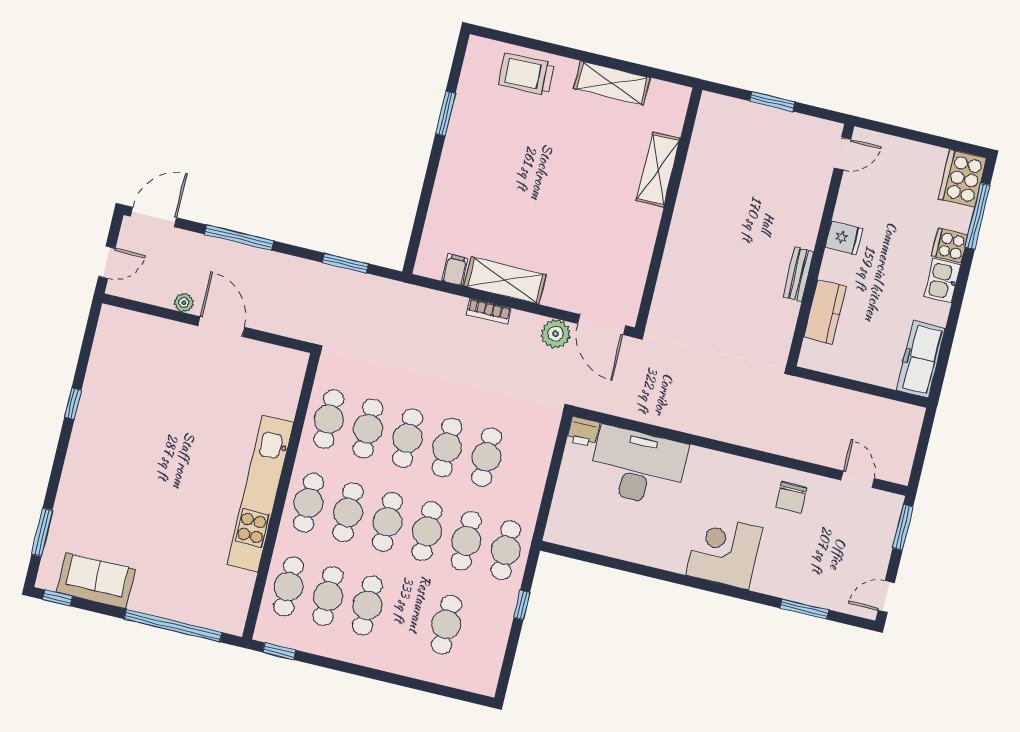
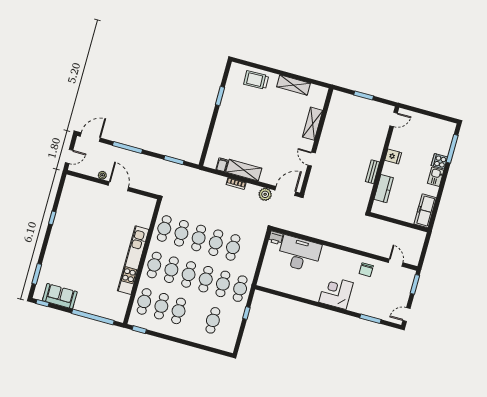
cooker: (962, 178) -> (446, 132), removed
door: (659, 250) -> (312, 159), added
door: (601, 325) -> (285, 191), swing flipped

